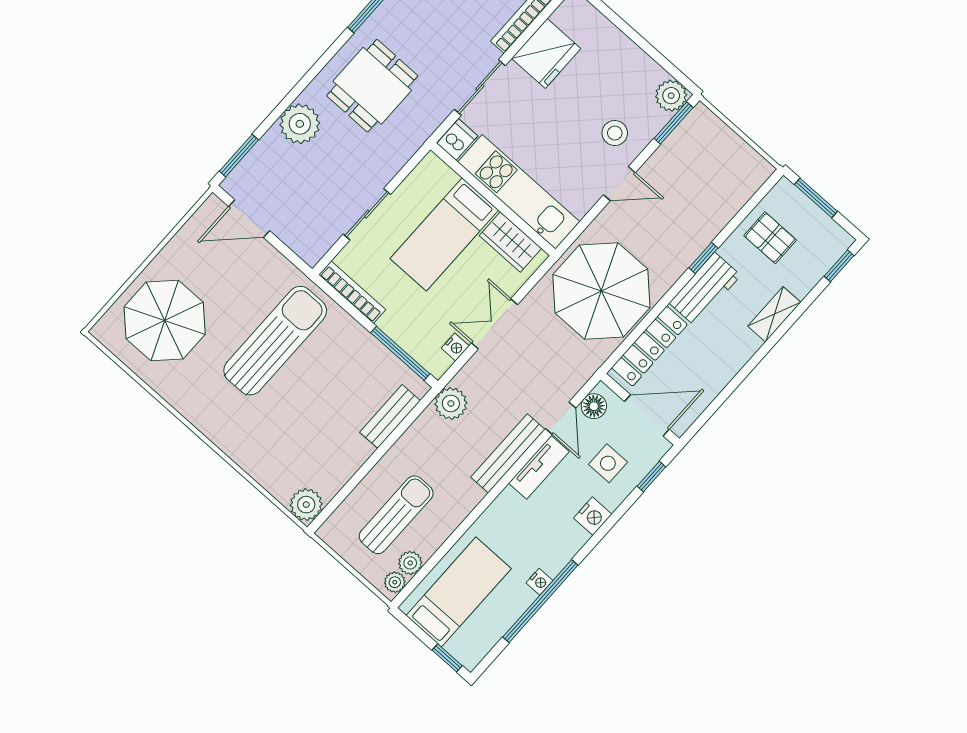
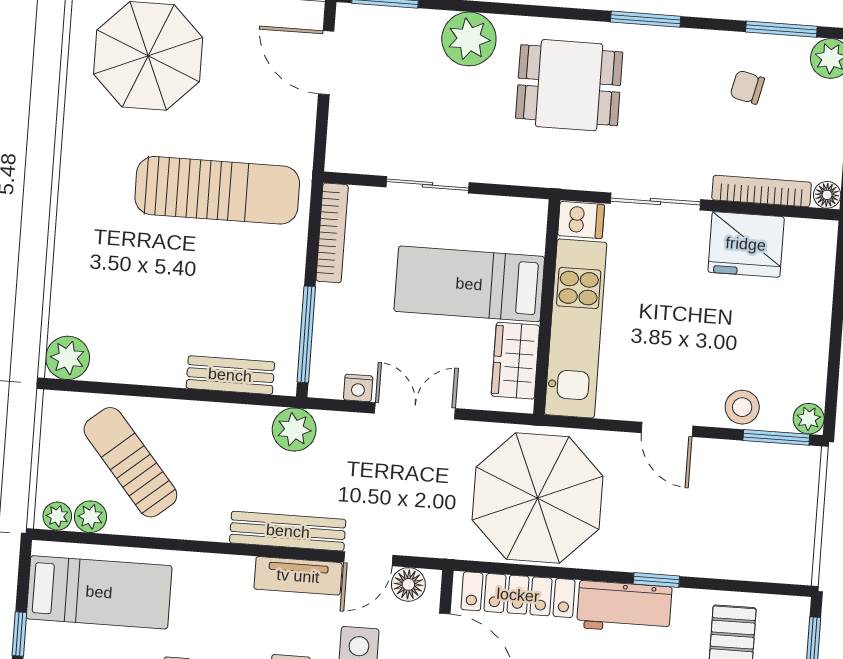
plant: (671, 96) -> (809, 419), width x0.73, depth x0.73
stool: (615, 133) -> (742, 407), moved
sun lounger: (396, 515) -> (130, 462), turned -130

